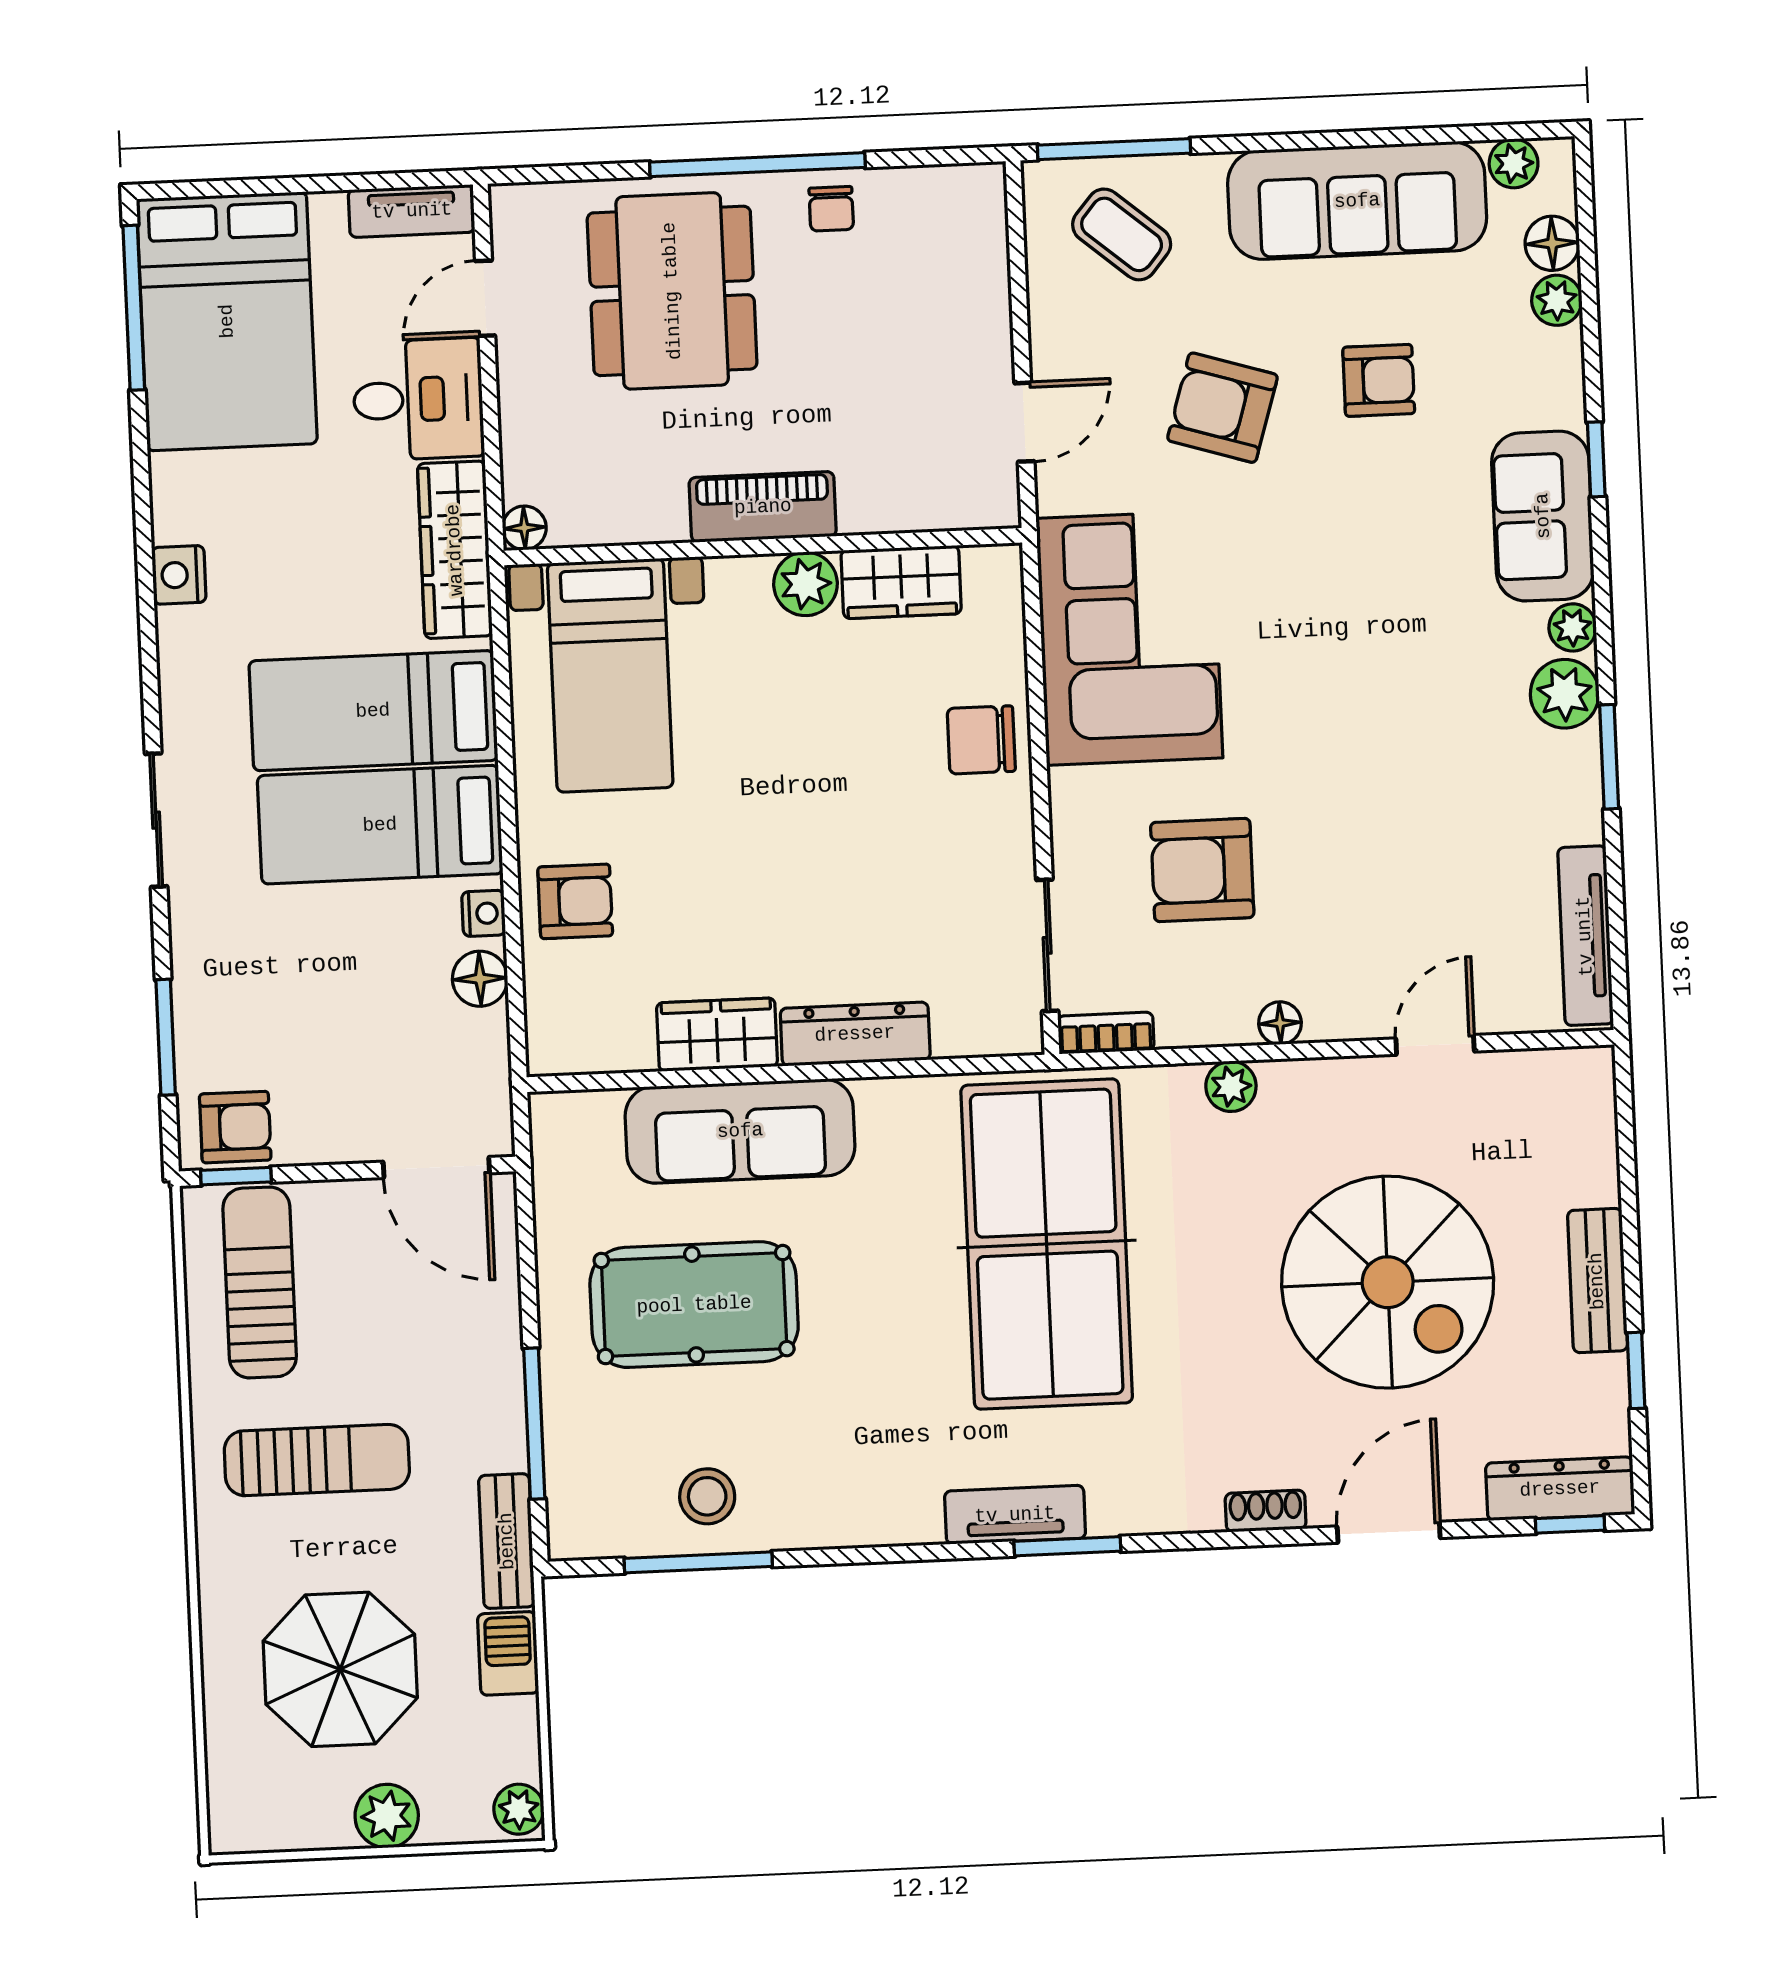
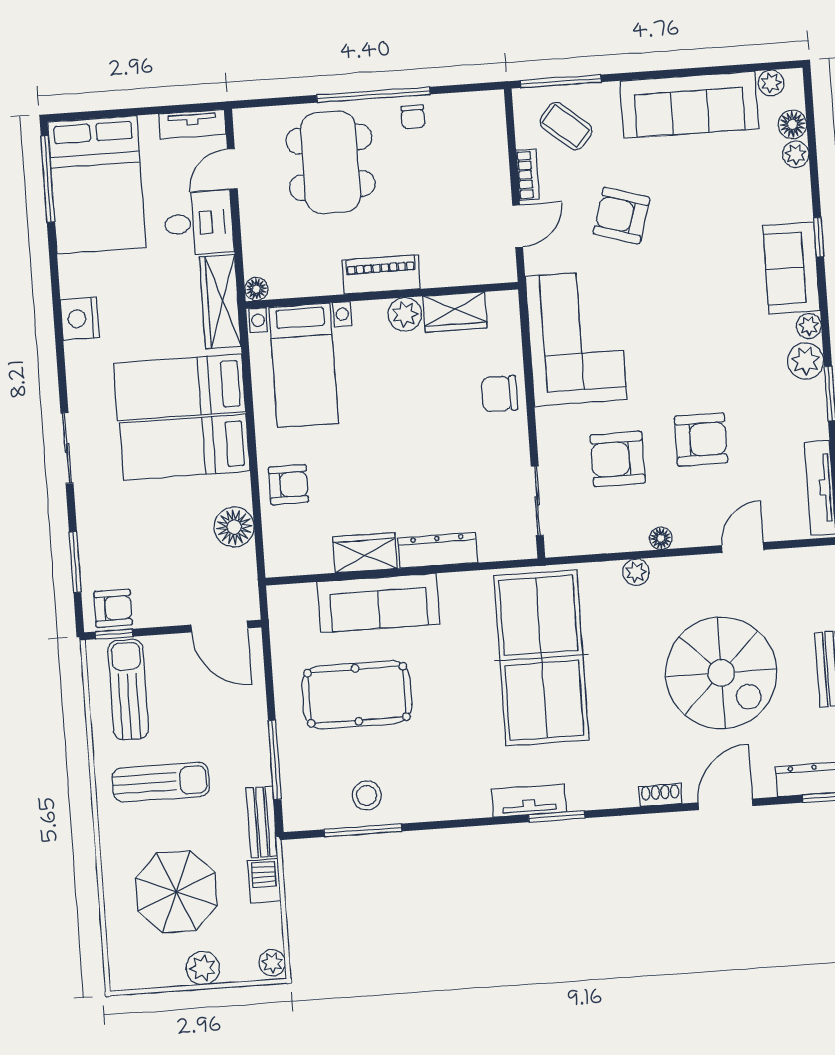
armchair: (1379, 380) -> (701, 439), moved, width x1.38, depth x1.38
nightstand: (179, 575) -> (80, 319), width x1.36, depth x1.33
nightstand: (484, 913) -> (241, 492), removed
floor lamp: (480, 979) -> (234, 527), width x1.38, depth x1.38
bookcase: (1106, 1033) -> (528, 175), moved, turned 90

